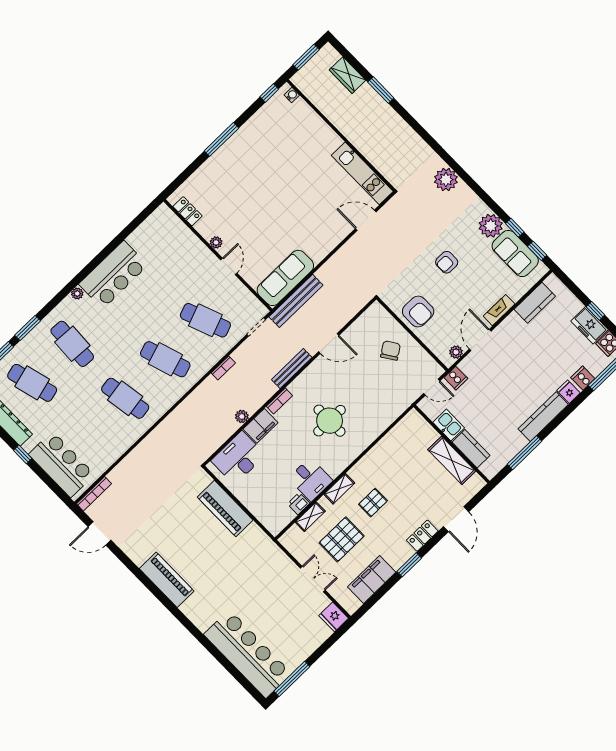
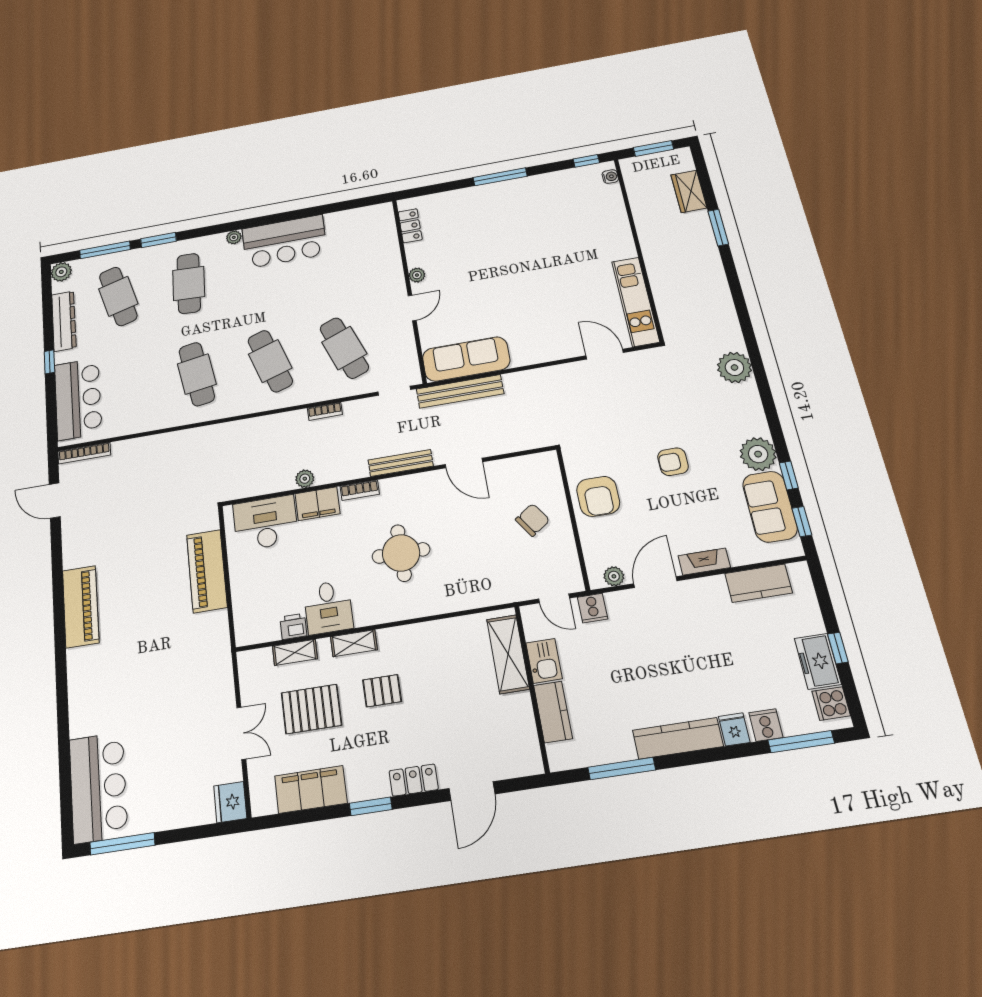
shelving: (452, 460) -> (508, 654), moved
bar counter: (248, 654) -> (98, 787), width x0.73

